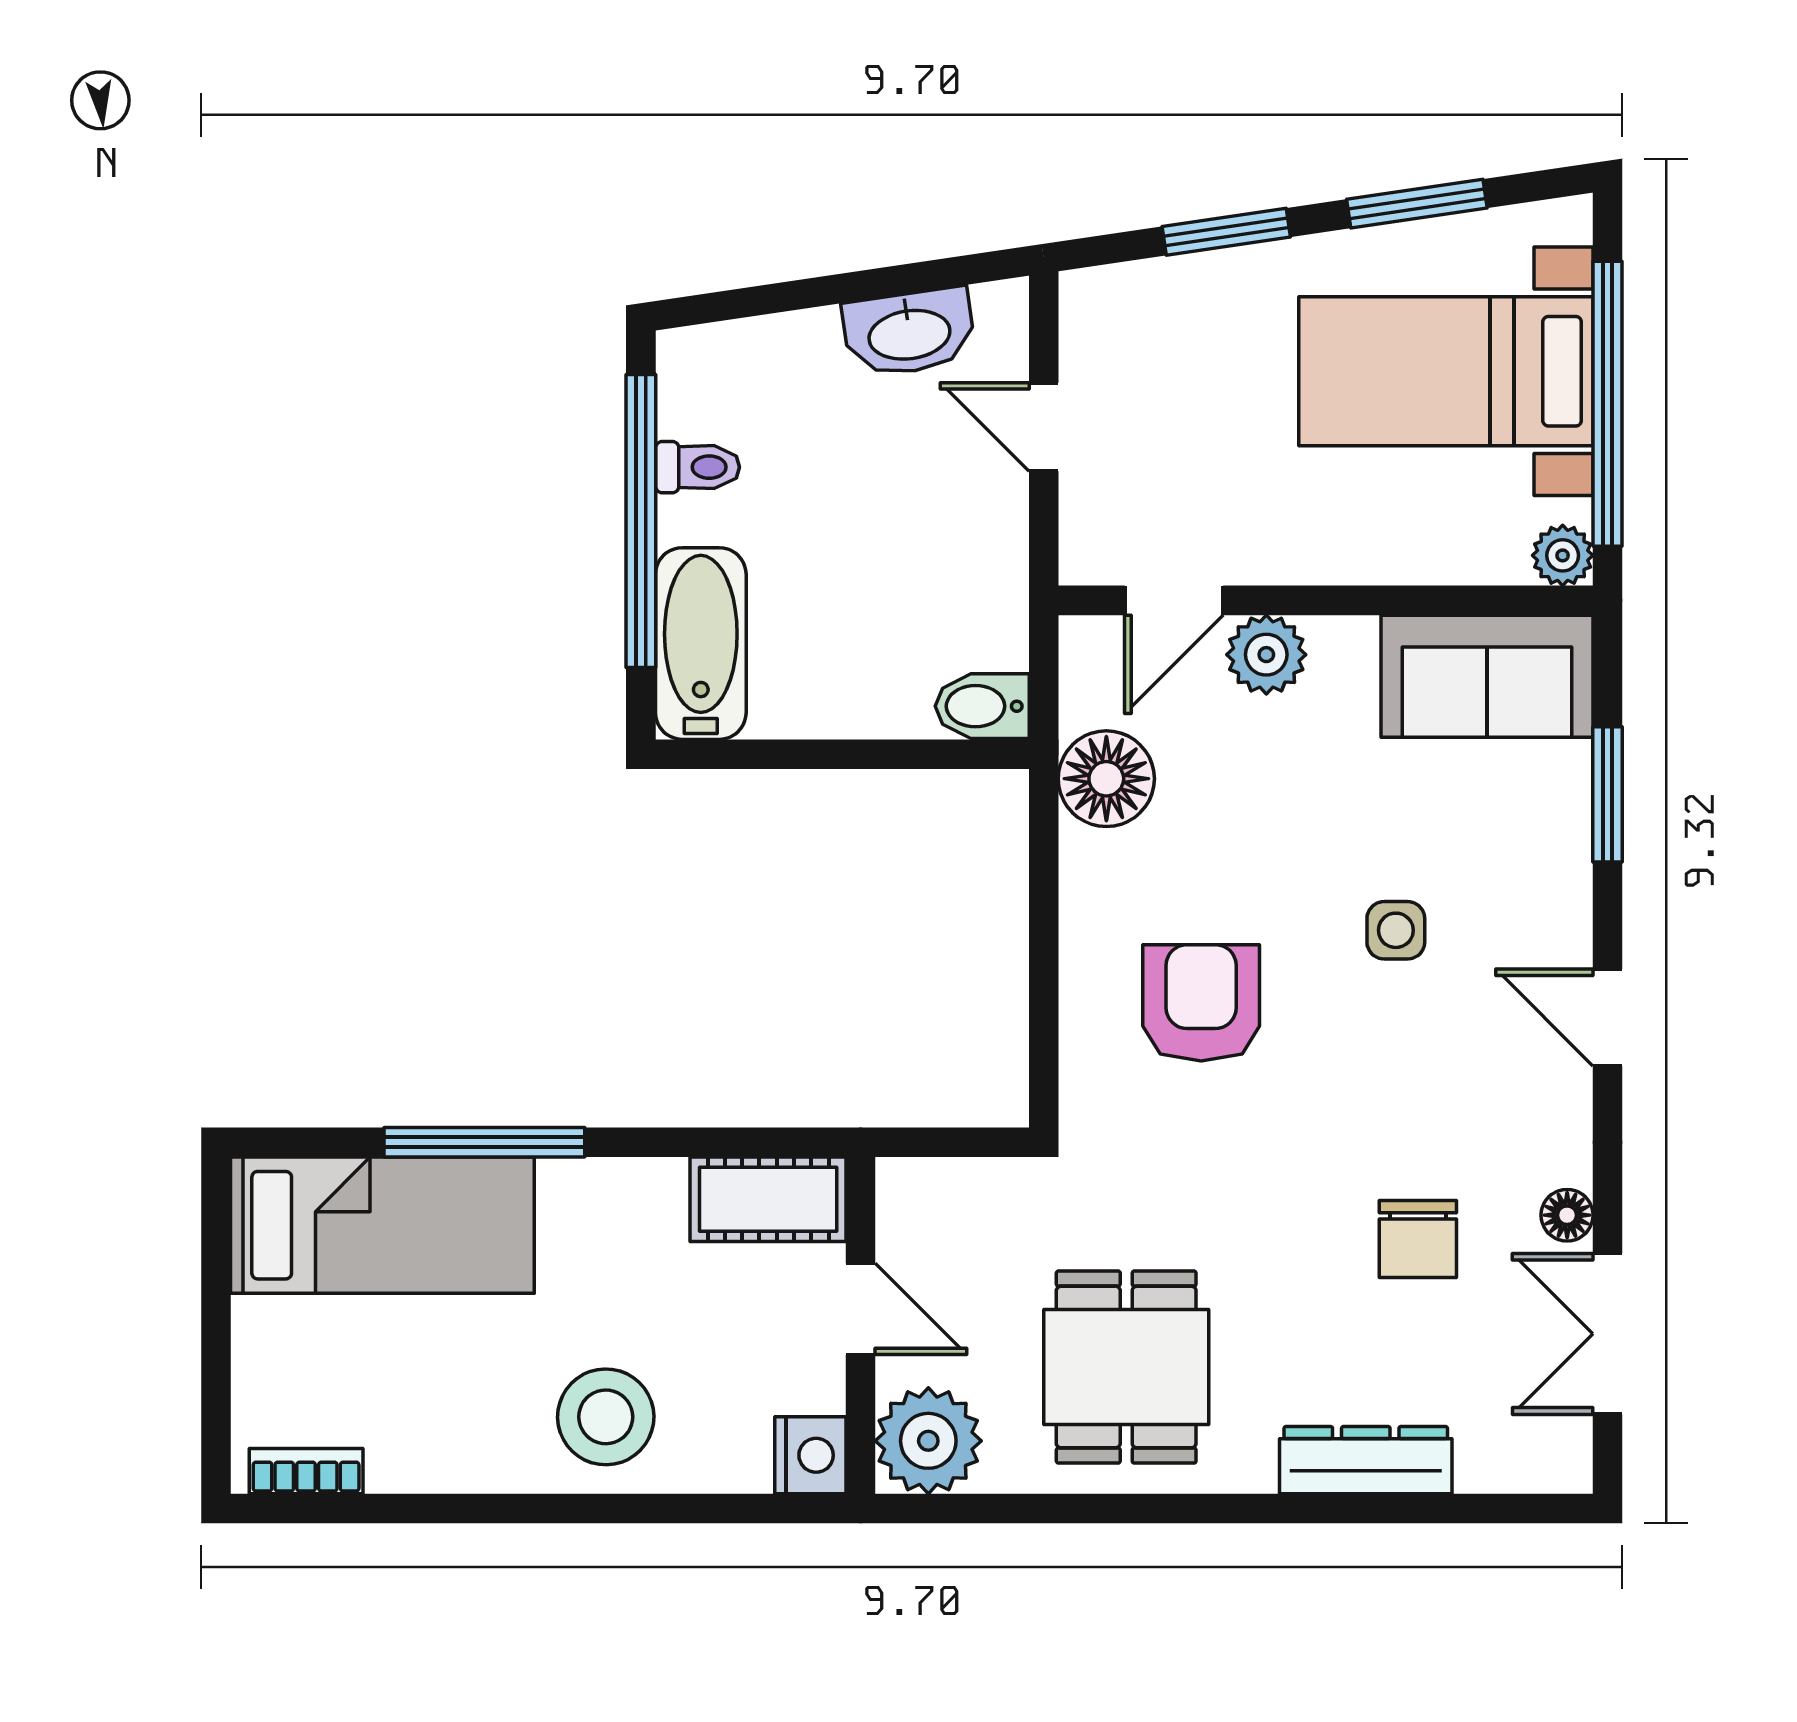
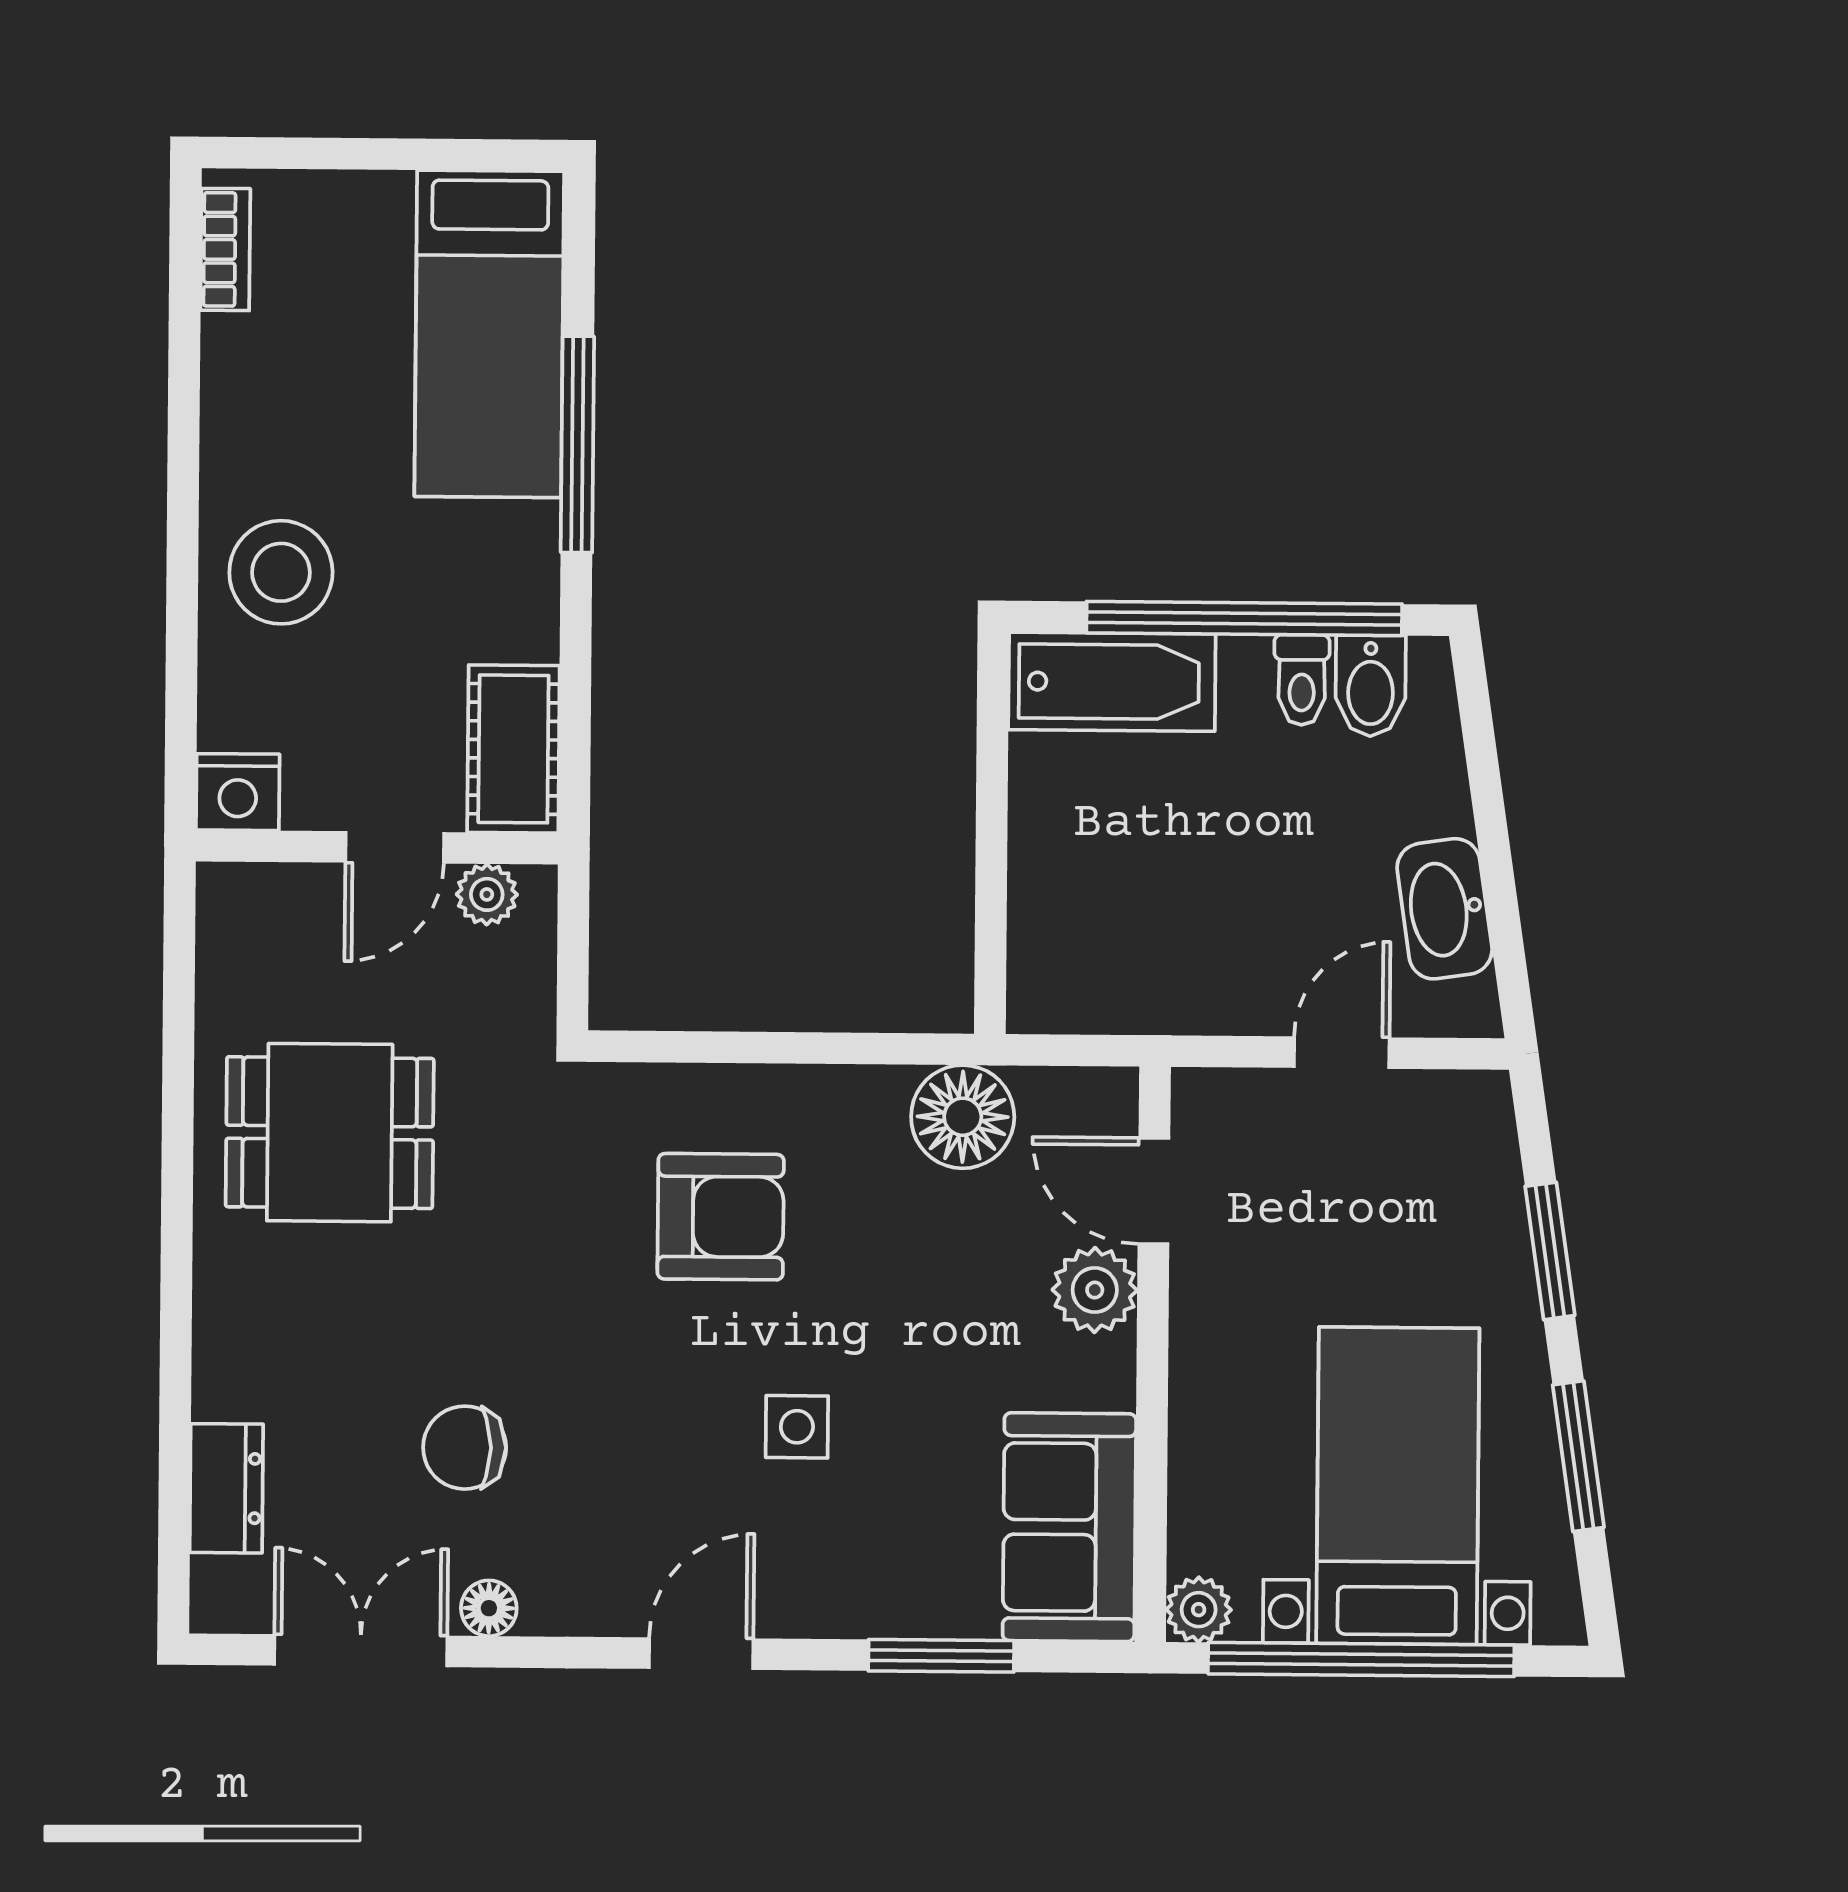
bidet: (982, 706) -> (1371, 686), moved, turned 180
plant: (928, 1441) -> (487, 894), moved, width x0.53, depth x0.53
dresser: (1366, 1460) -> (226, 1488), moved, width x0.70

